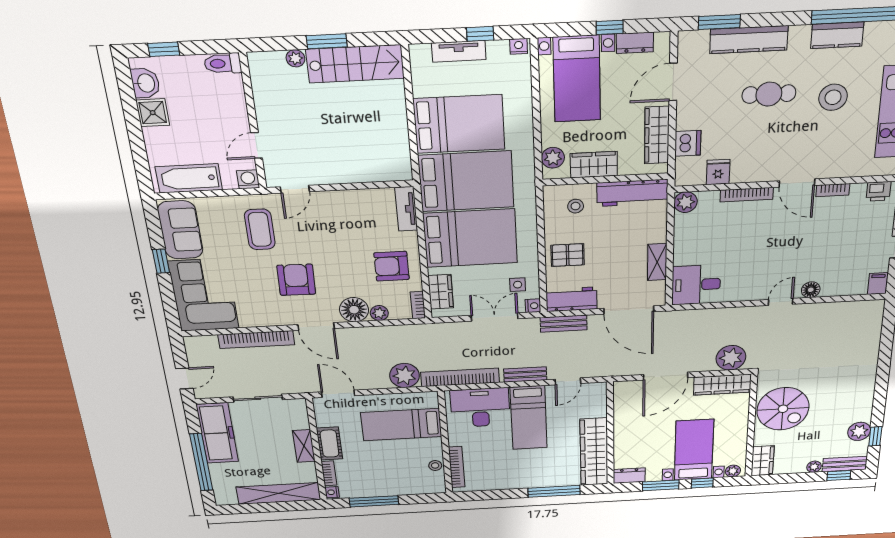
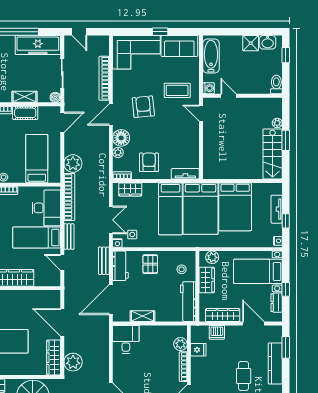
plant: (686, 202) -> (180, 344), moved
bed: (470, 238) -> (170, 209), width x0.67
armchair: (296, 280) -> (143, 107), turned -97
boiler: (299, 405) -> (55, 97), added

